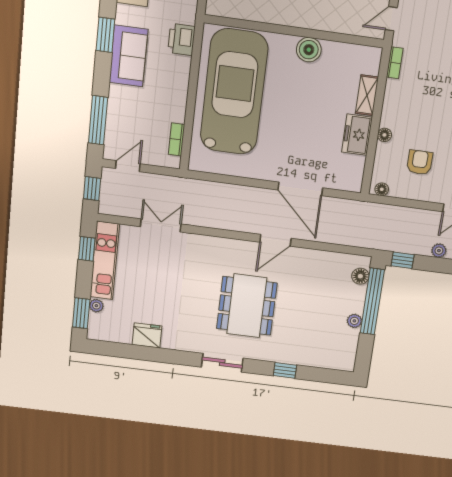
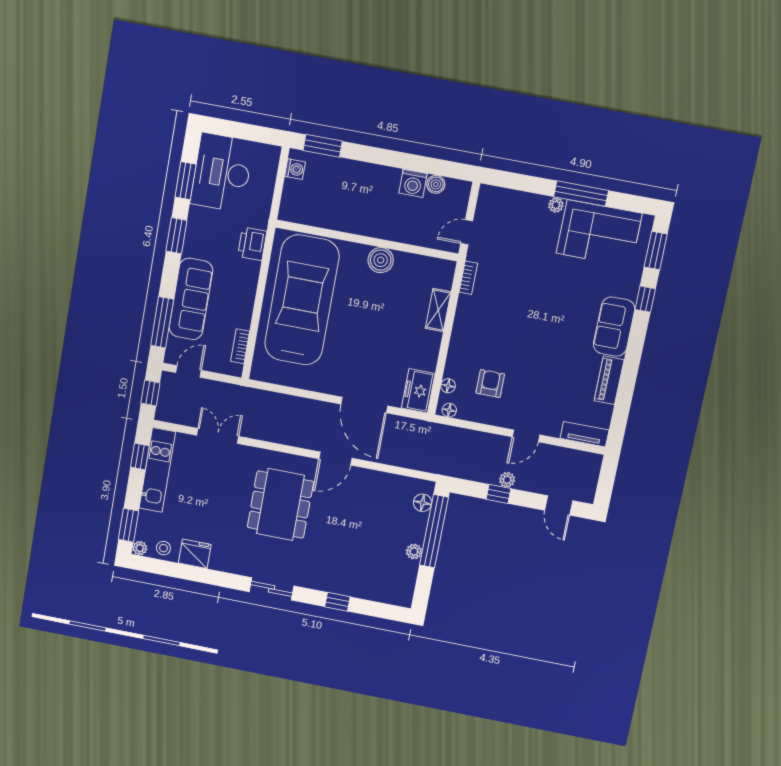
sofa: (128, 56) -> (191, 299), moved, width x1.36
freezer: (357, 135) -> (418, 391), moved
floor lamp: (384, 135) -> (448, 386), moved
window: (403, 260) -> (499, 494), moved
plant: (96, 306) -> (140, 548), moved
dining table: (247, 306) -> (280, 505), moved
stool: (117, 332) -> (163, 548), added

